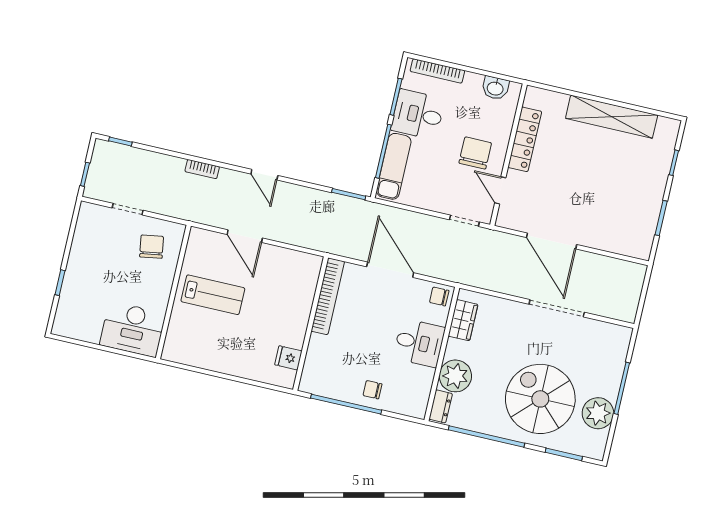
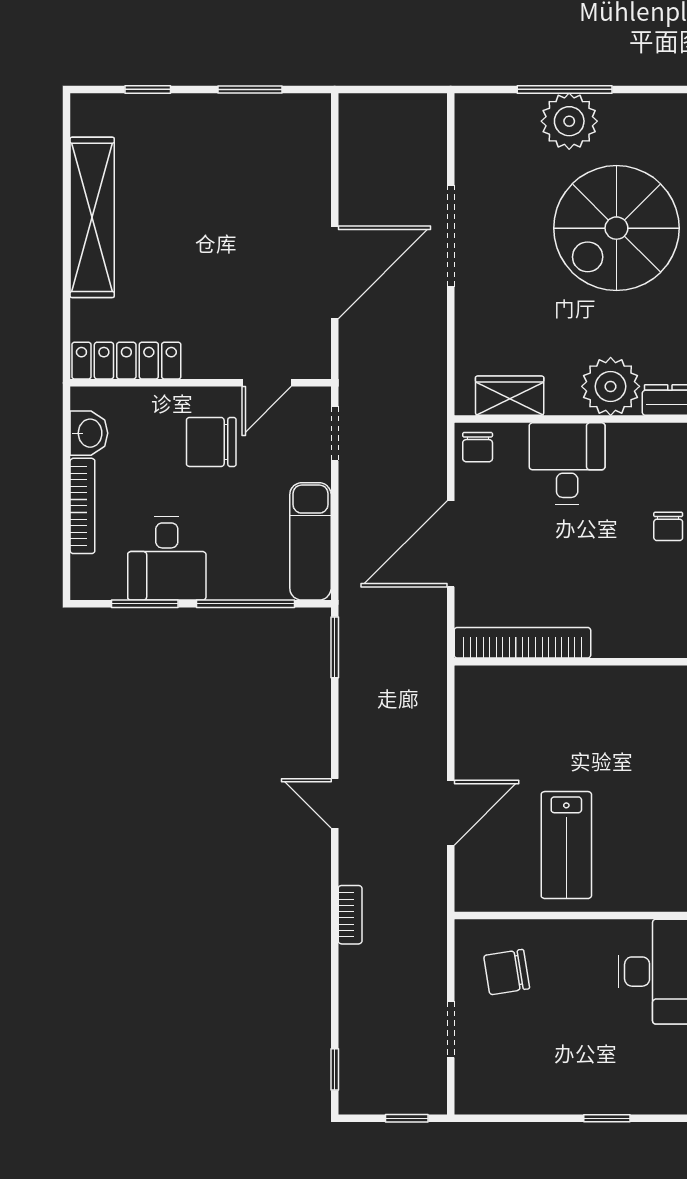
bookcase: (437, 71) -> (82, 506), moved
locker: (525, 139) -> (126, 361), moved
exam couch: (394, 166) -> (310, 541), moved, turned -90
door: (264, 175) -> (335, 803), swing flipped
lab bench: (213, 295) -> (566, 845), turned 180
fridge: (288, 358) -> (646, 687), removed
plant: (598, 413) -> (569, 121), moved

